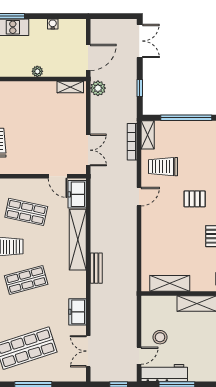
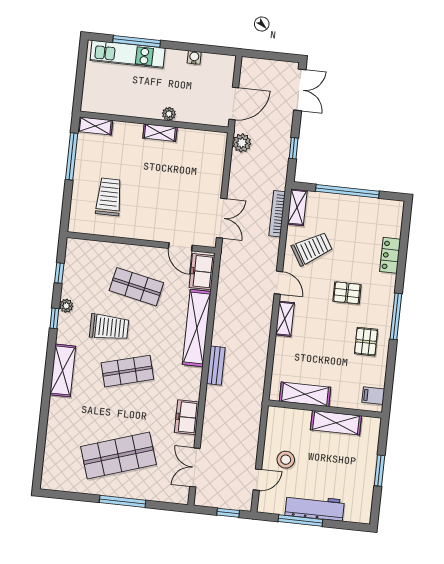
shelving: (70, 87) -> (160, 133), moved
trolley: (163, 167) -> (312, 249), turned 149
door: (139, 197) -> (278, 283), hinge flipped
shelving: (147, 225) -> (285, 319), added
workbench: (164, 373) -> (315, 508), moved

